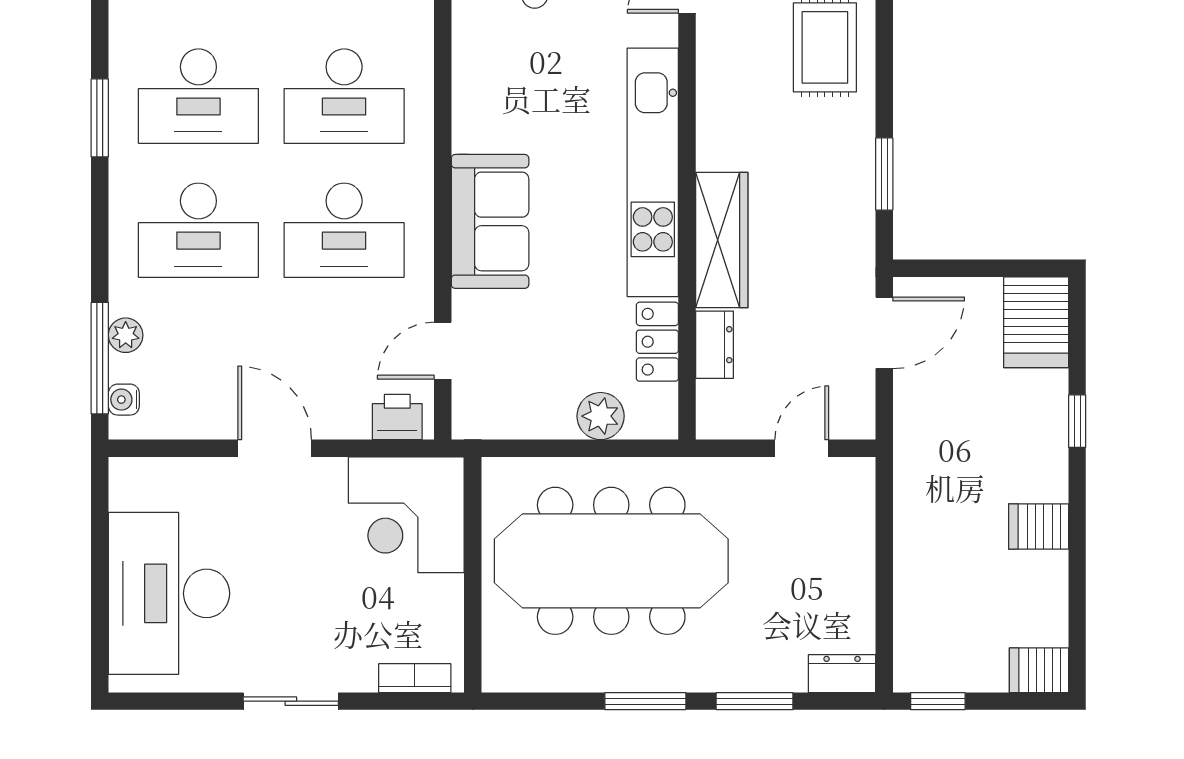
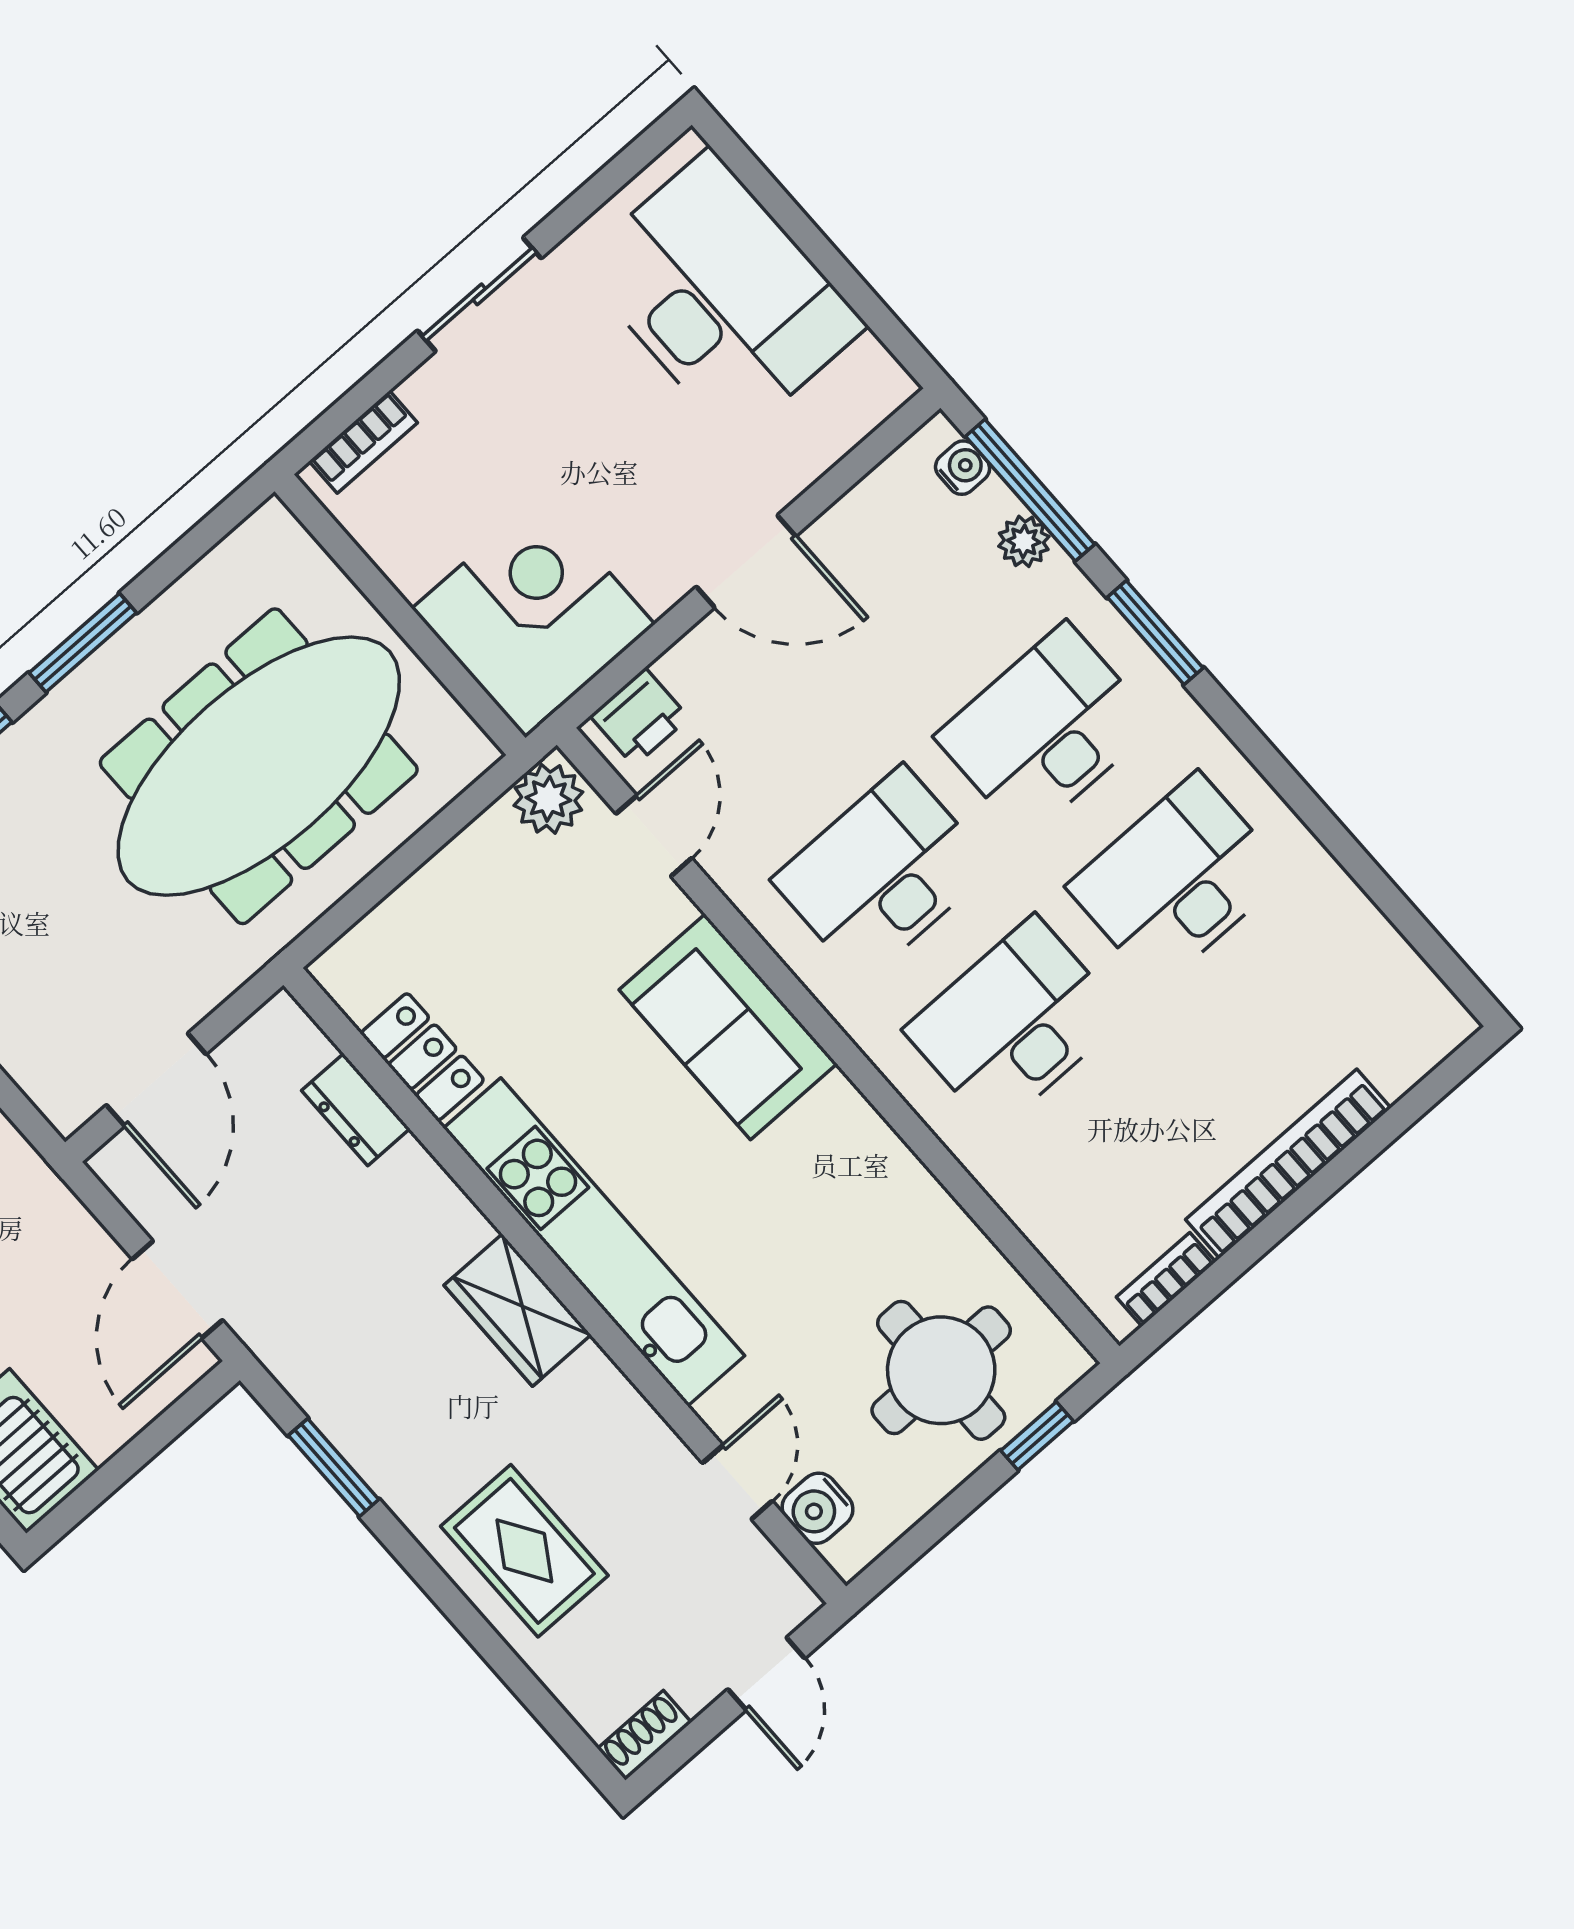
window: (100, 118) -> (1155, 633), moved
wardrobe: (722, 240) -> (517, 1310), moved, width x0.67
plant: (601, 416) -> (548, 799), moved
door: (802, 448) -> (156, 1080), width x1.38

